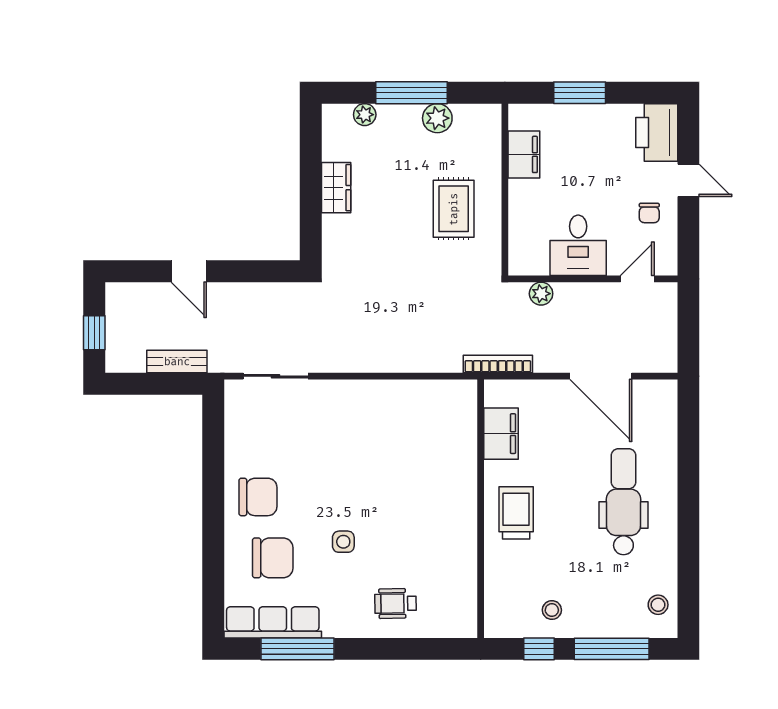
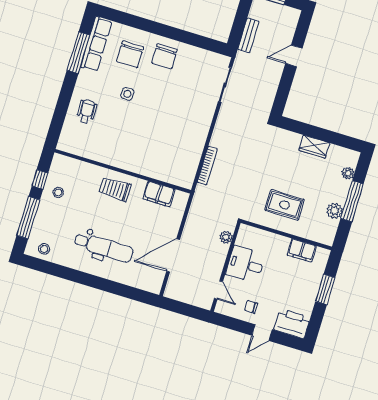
bookcase: (498, 364) -> (207, 166), moved
trolley: (516, 513) -> (115, 189), turned 180

